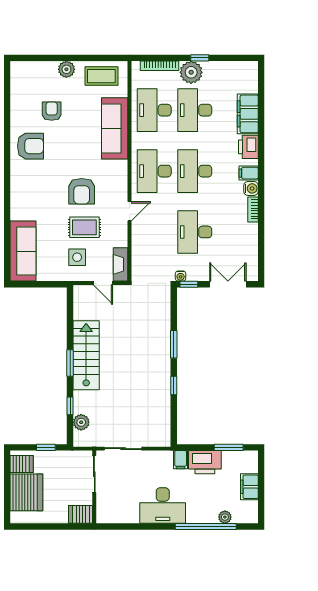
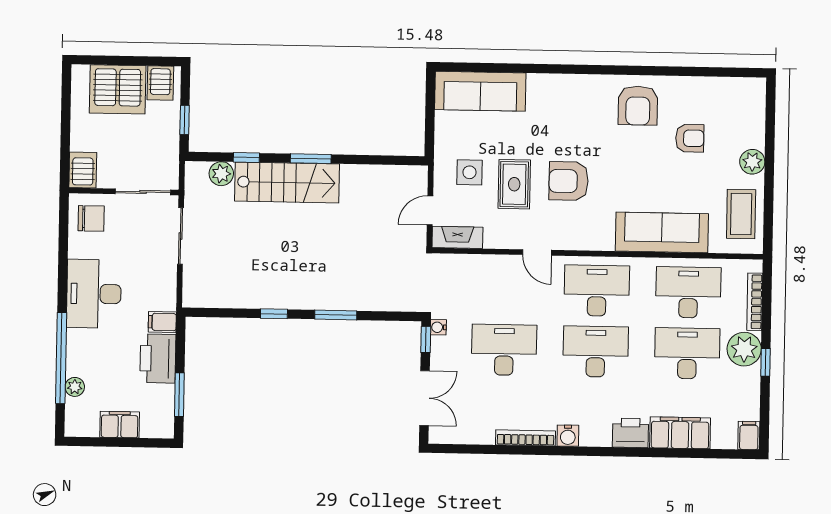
filing cabinet: (249, 173) -> (749, 436), moved
bookcase: (253, 209) -> (526, 438), width x1.56
stairs: (86, 355) -> (287, 182), moved
chair: (113, 508) -> (91, 218), added

